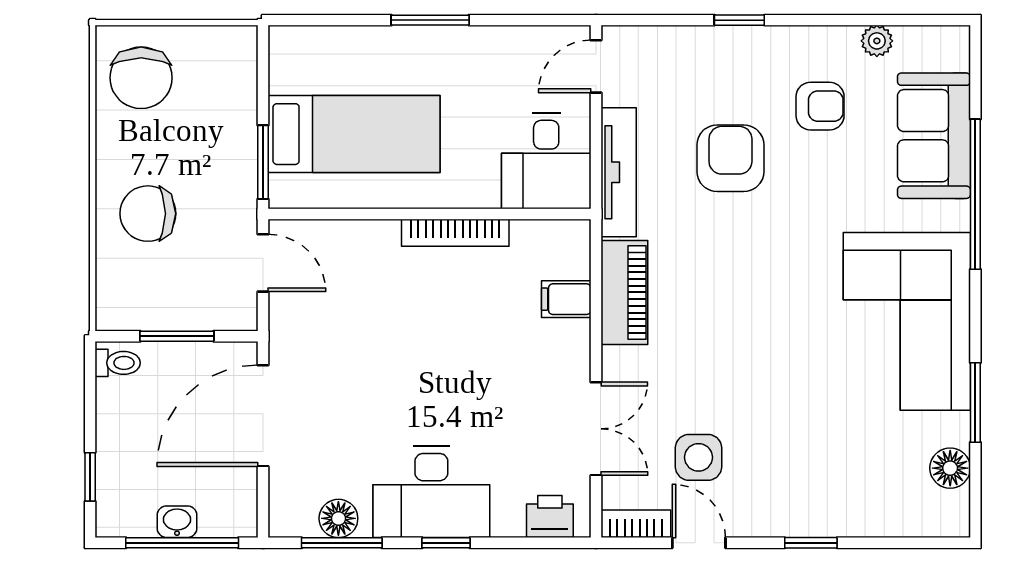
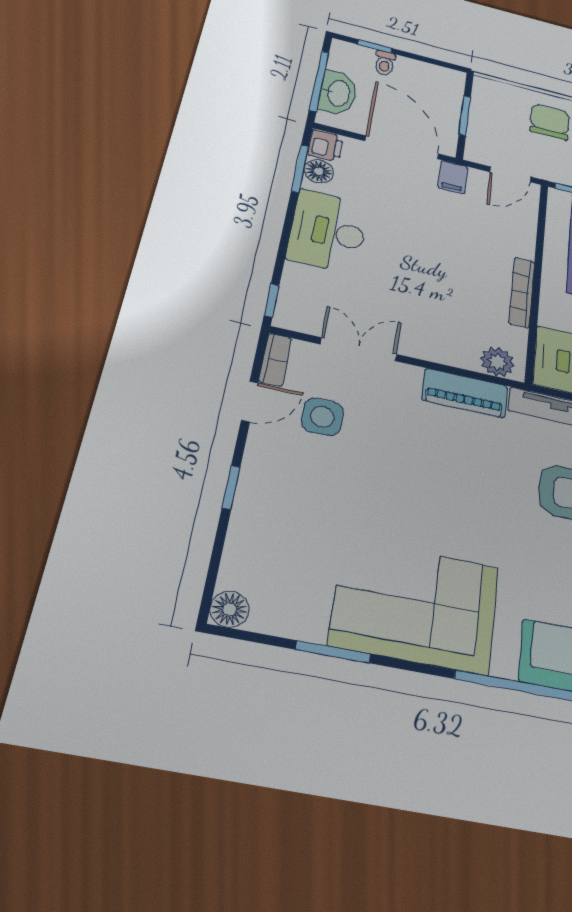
plant: (569, 256) -> (498, 362), added
filing cabinet: (566, 299) -> (453, 177), moved, turned 180
toilet: (118, 363) -> (385, 63), moved
double door: (596, 429) -> (359, 349), swing flipped
floor lamp: (950, 468) -> (230, 609), moved
printer: (550, 517) -> (326, 146), moved
washbasin: (177, 522) -> (338, 93), width x1.91, depth x1.45
window: (446, 543) -> (272, 300), moved

